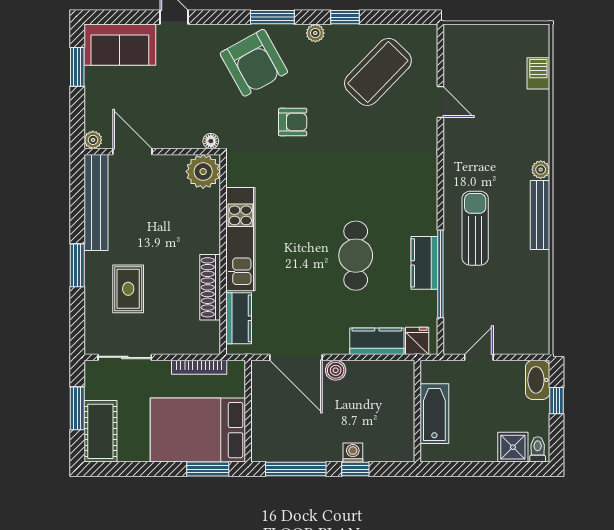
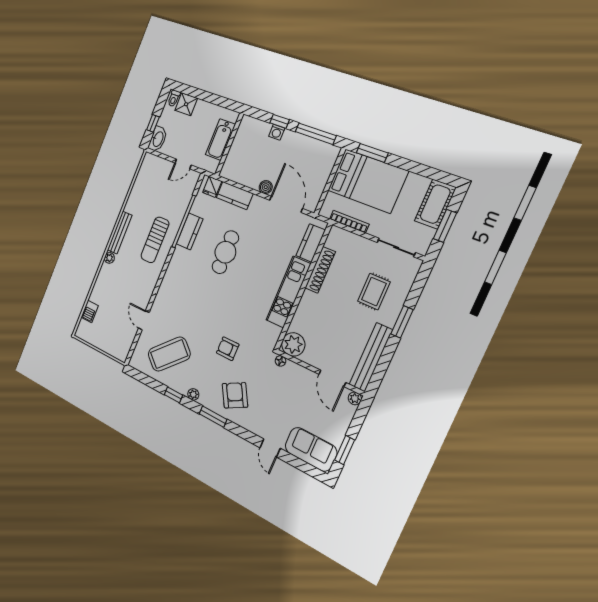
armchair: (254, 63) -> (235, 395), width x0.73, depth x0.73

